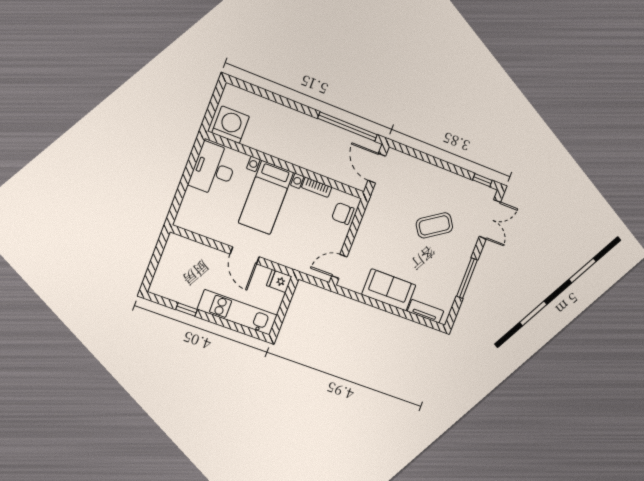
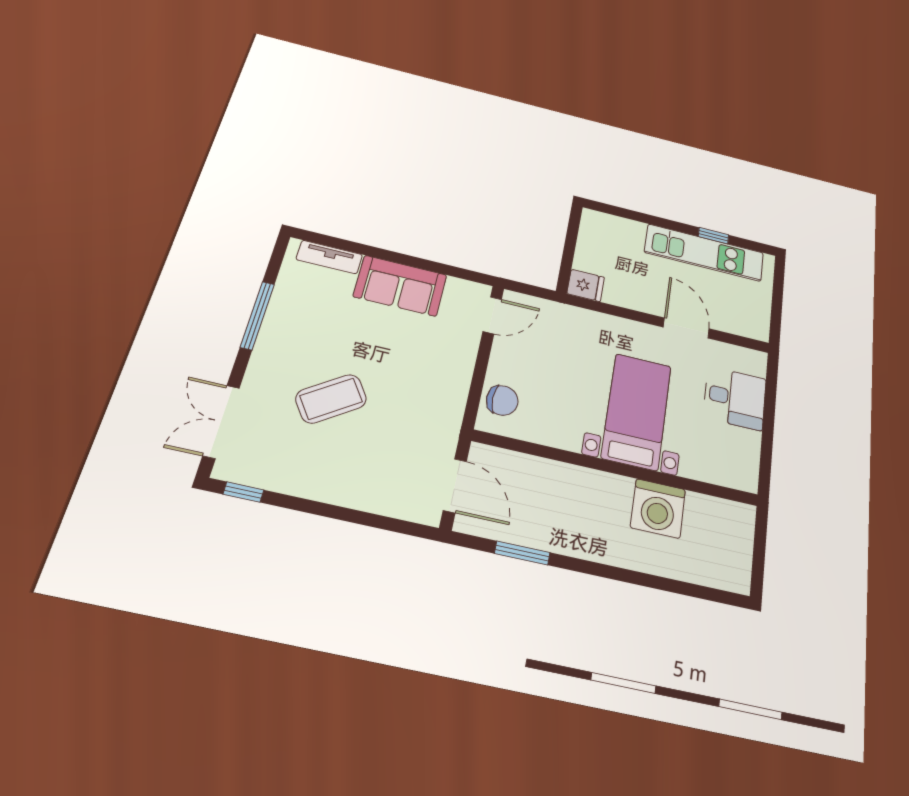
washing machine: (231, 125) -> (658, 508), moved
window: (348, 127) -> (522, 553), width x0.47
desk: (213, 169) -> (735, 398), moved, width x0.73
bookcase: (317, 187) -> (556, 438), removed
door: (245, 255) -> (686, 328), moved
kitchen unit: (237, 312) -> (704, 253), moved

